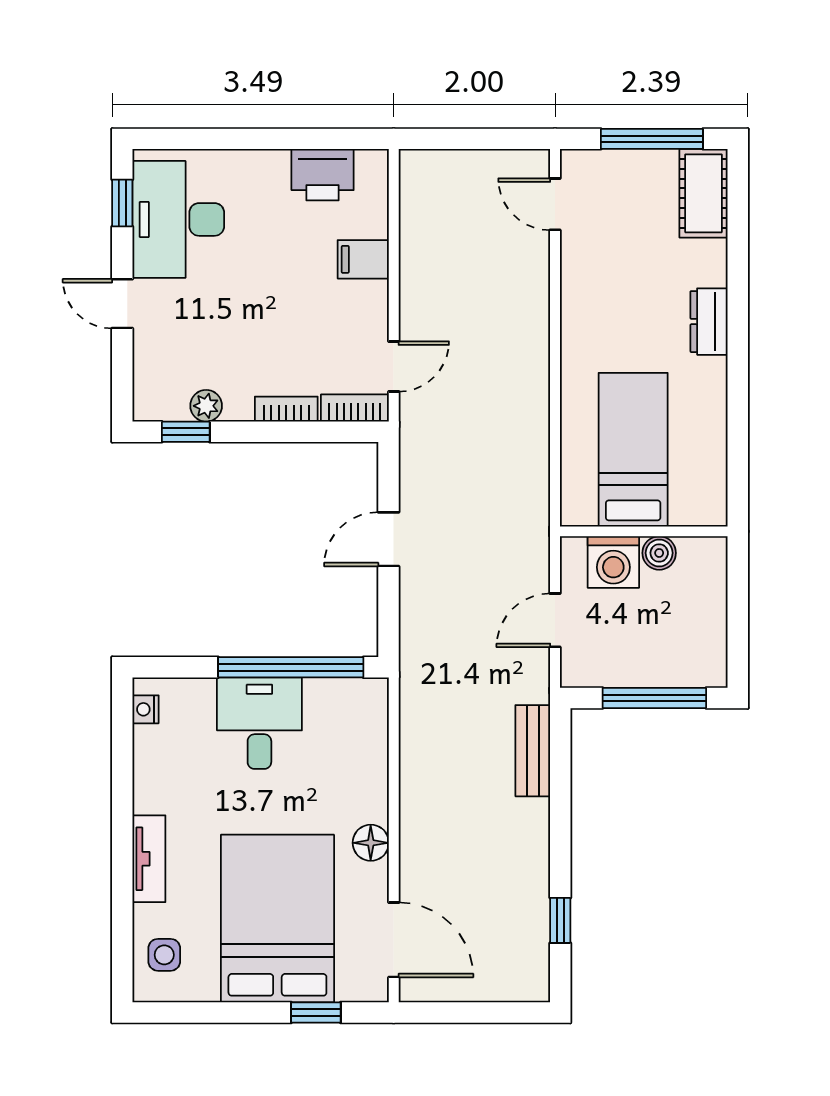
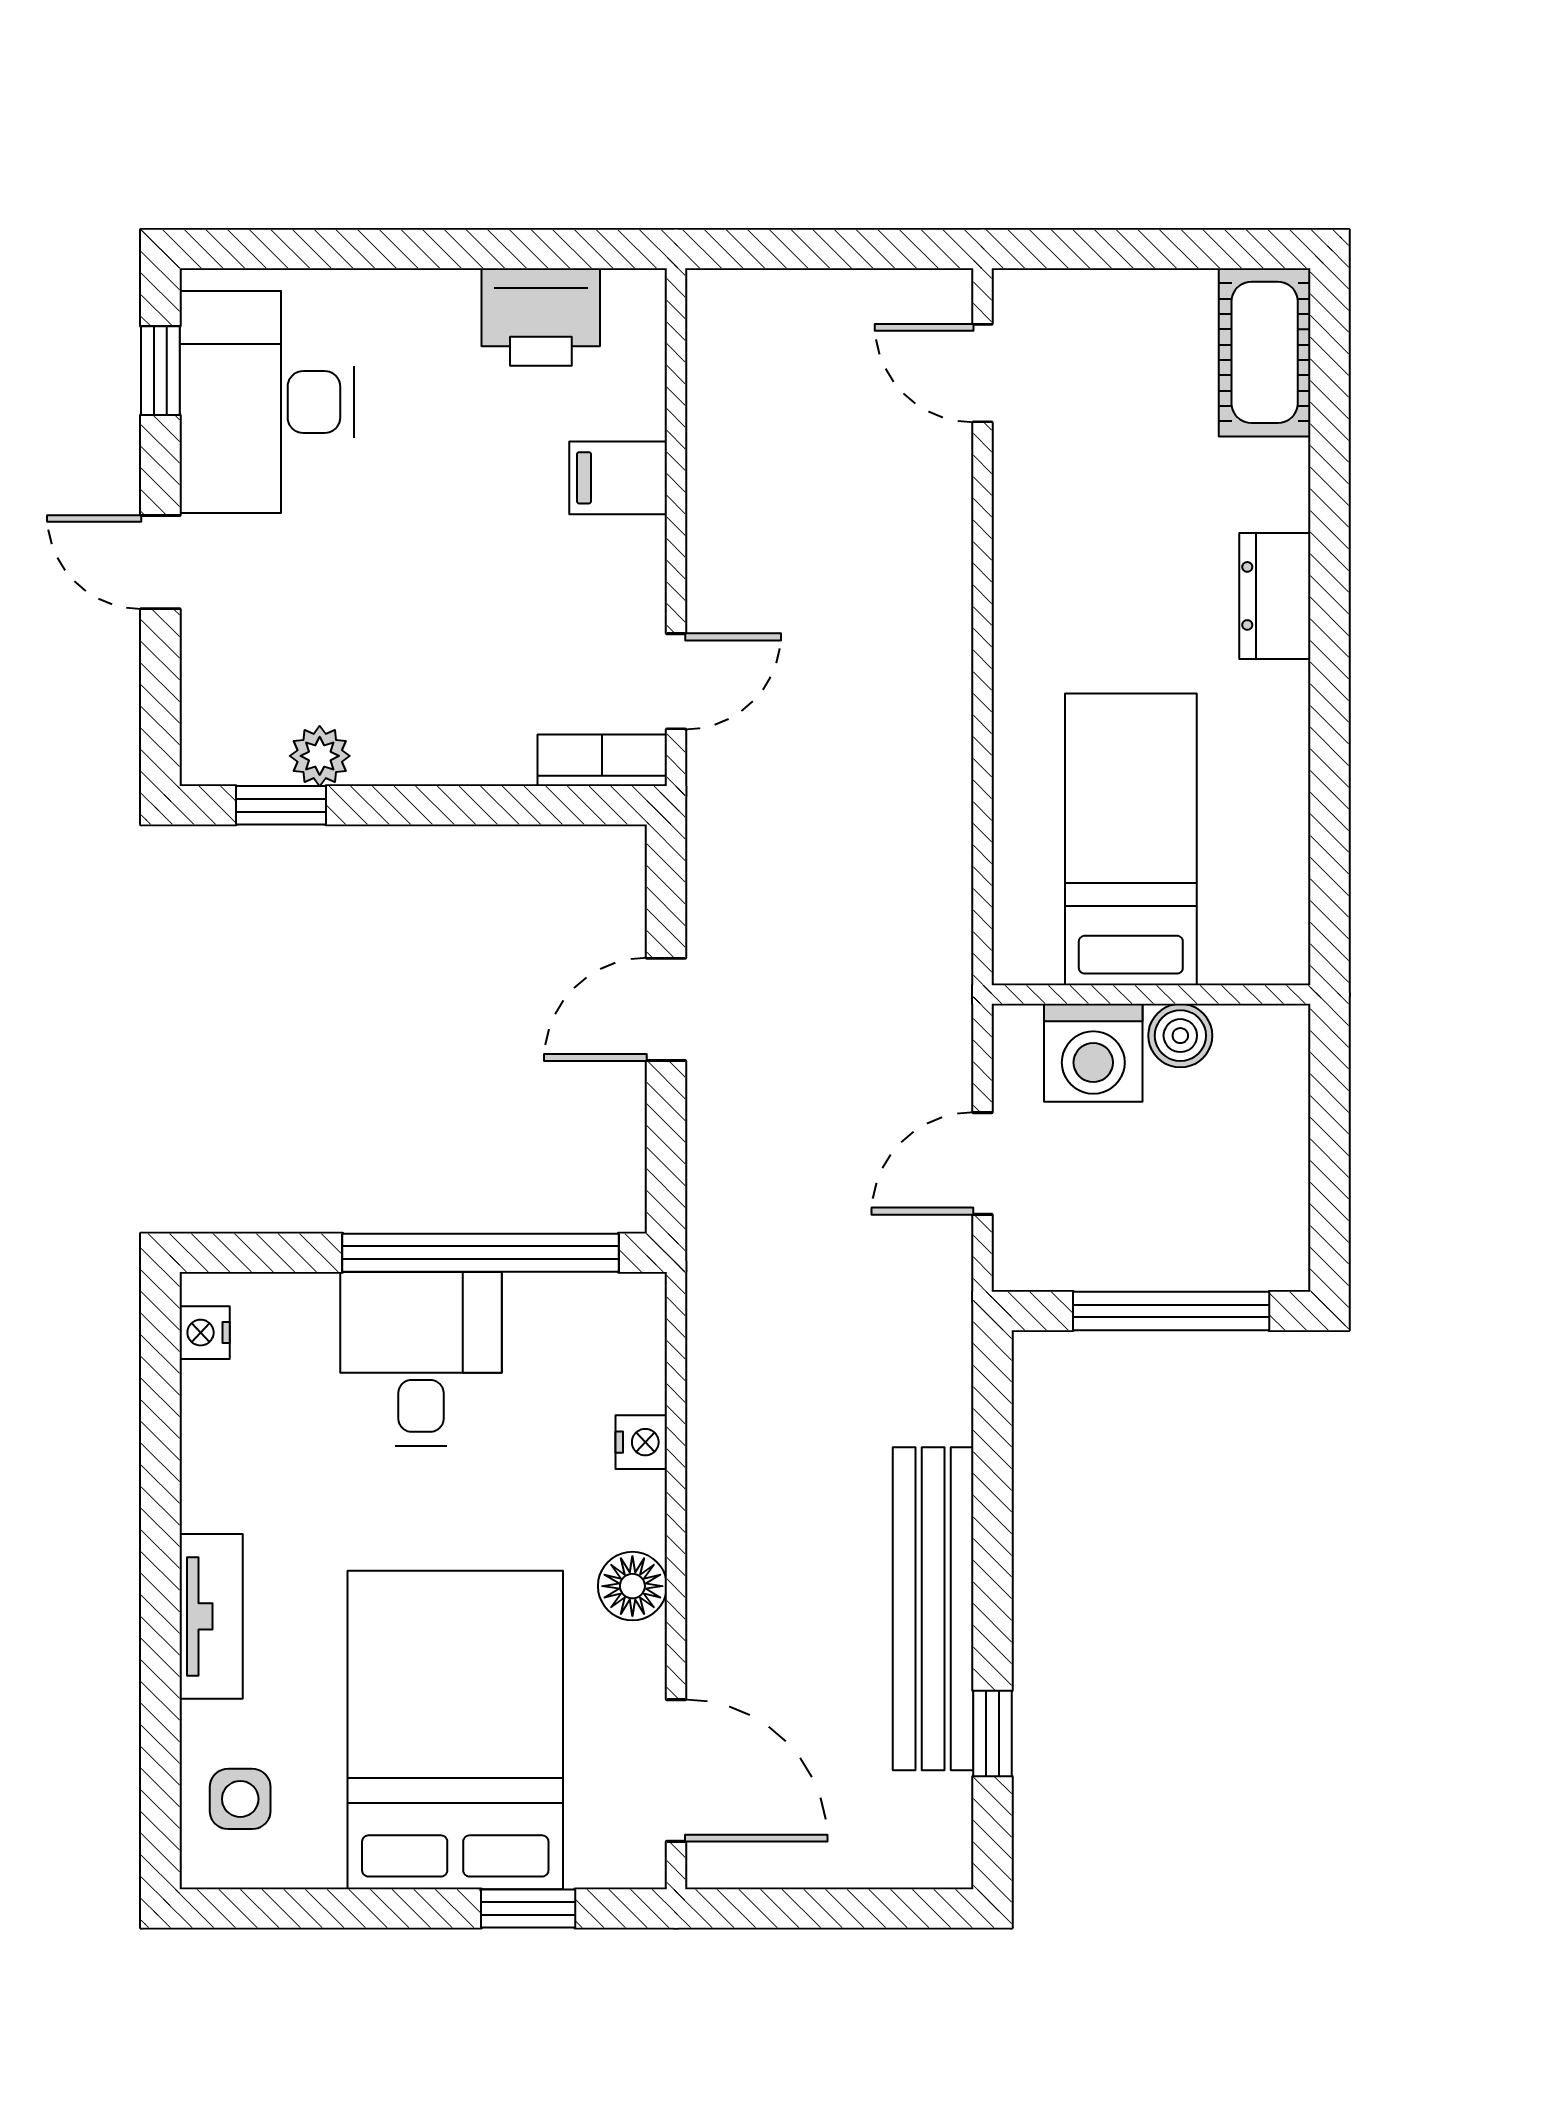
window: (652, 139) -> (1167, 249), removed
bookcase: (286, 409) -> (472, 762), removed
bench: (533, 751) -> (933, 1609), moved, width x1.86, depth x1.21
nightstand: (375, 767) -> (641, 1442), added

